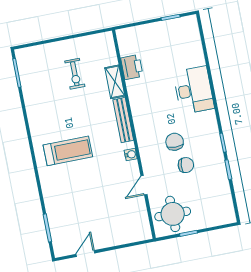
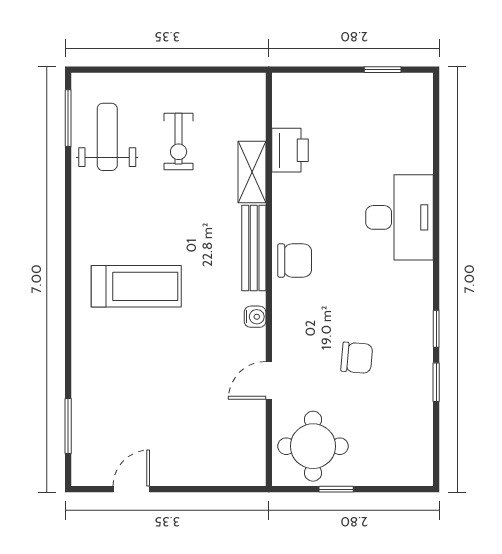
weight bench: (38, 78) -> (107, 137), added
chair: (175, 142) -> (295, 260), moved, turned 88

